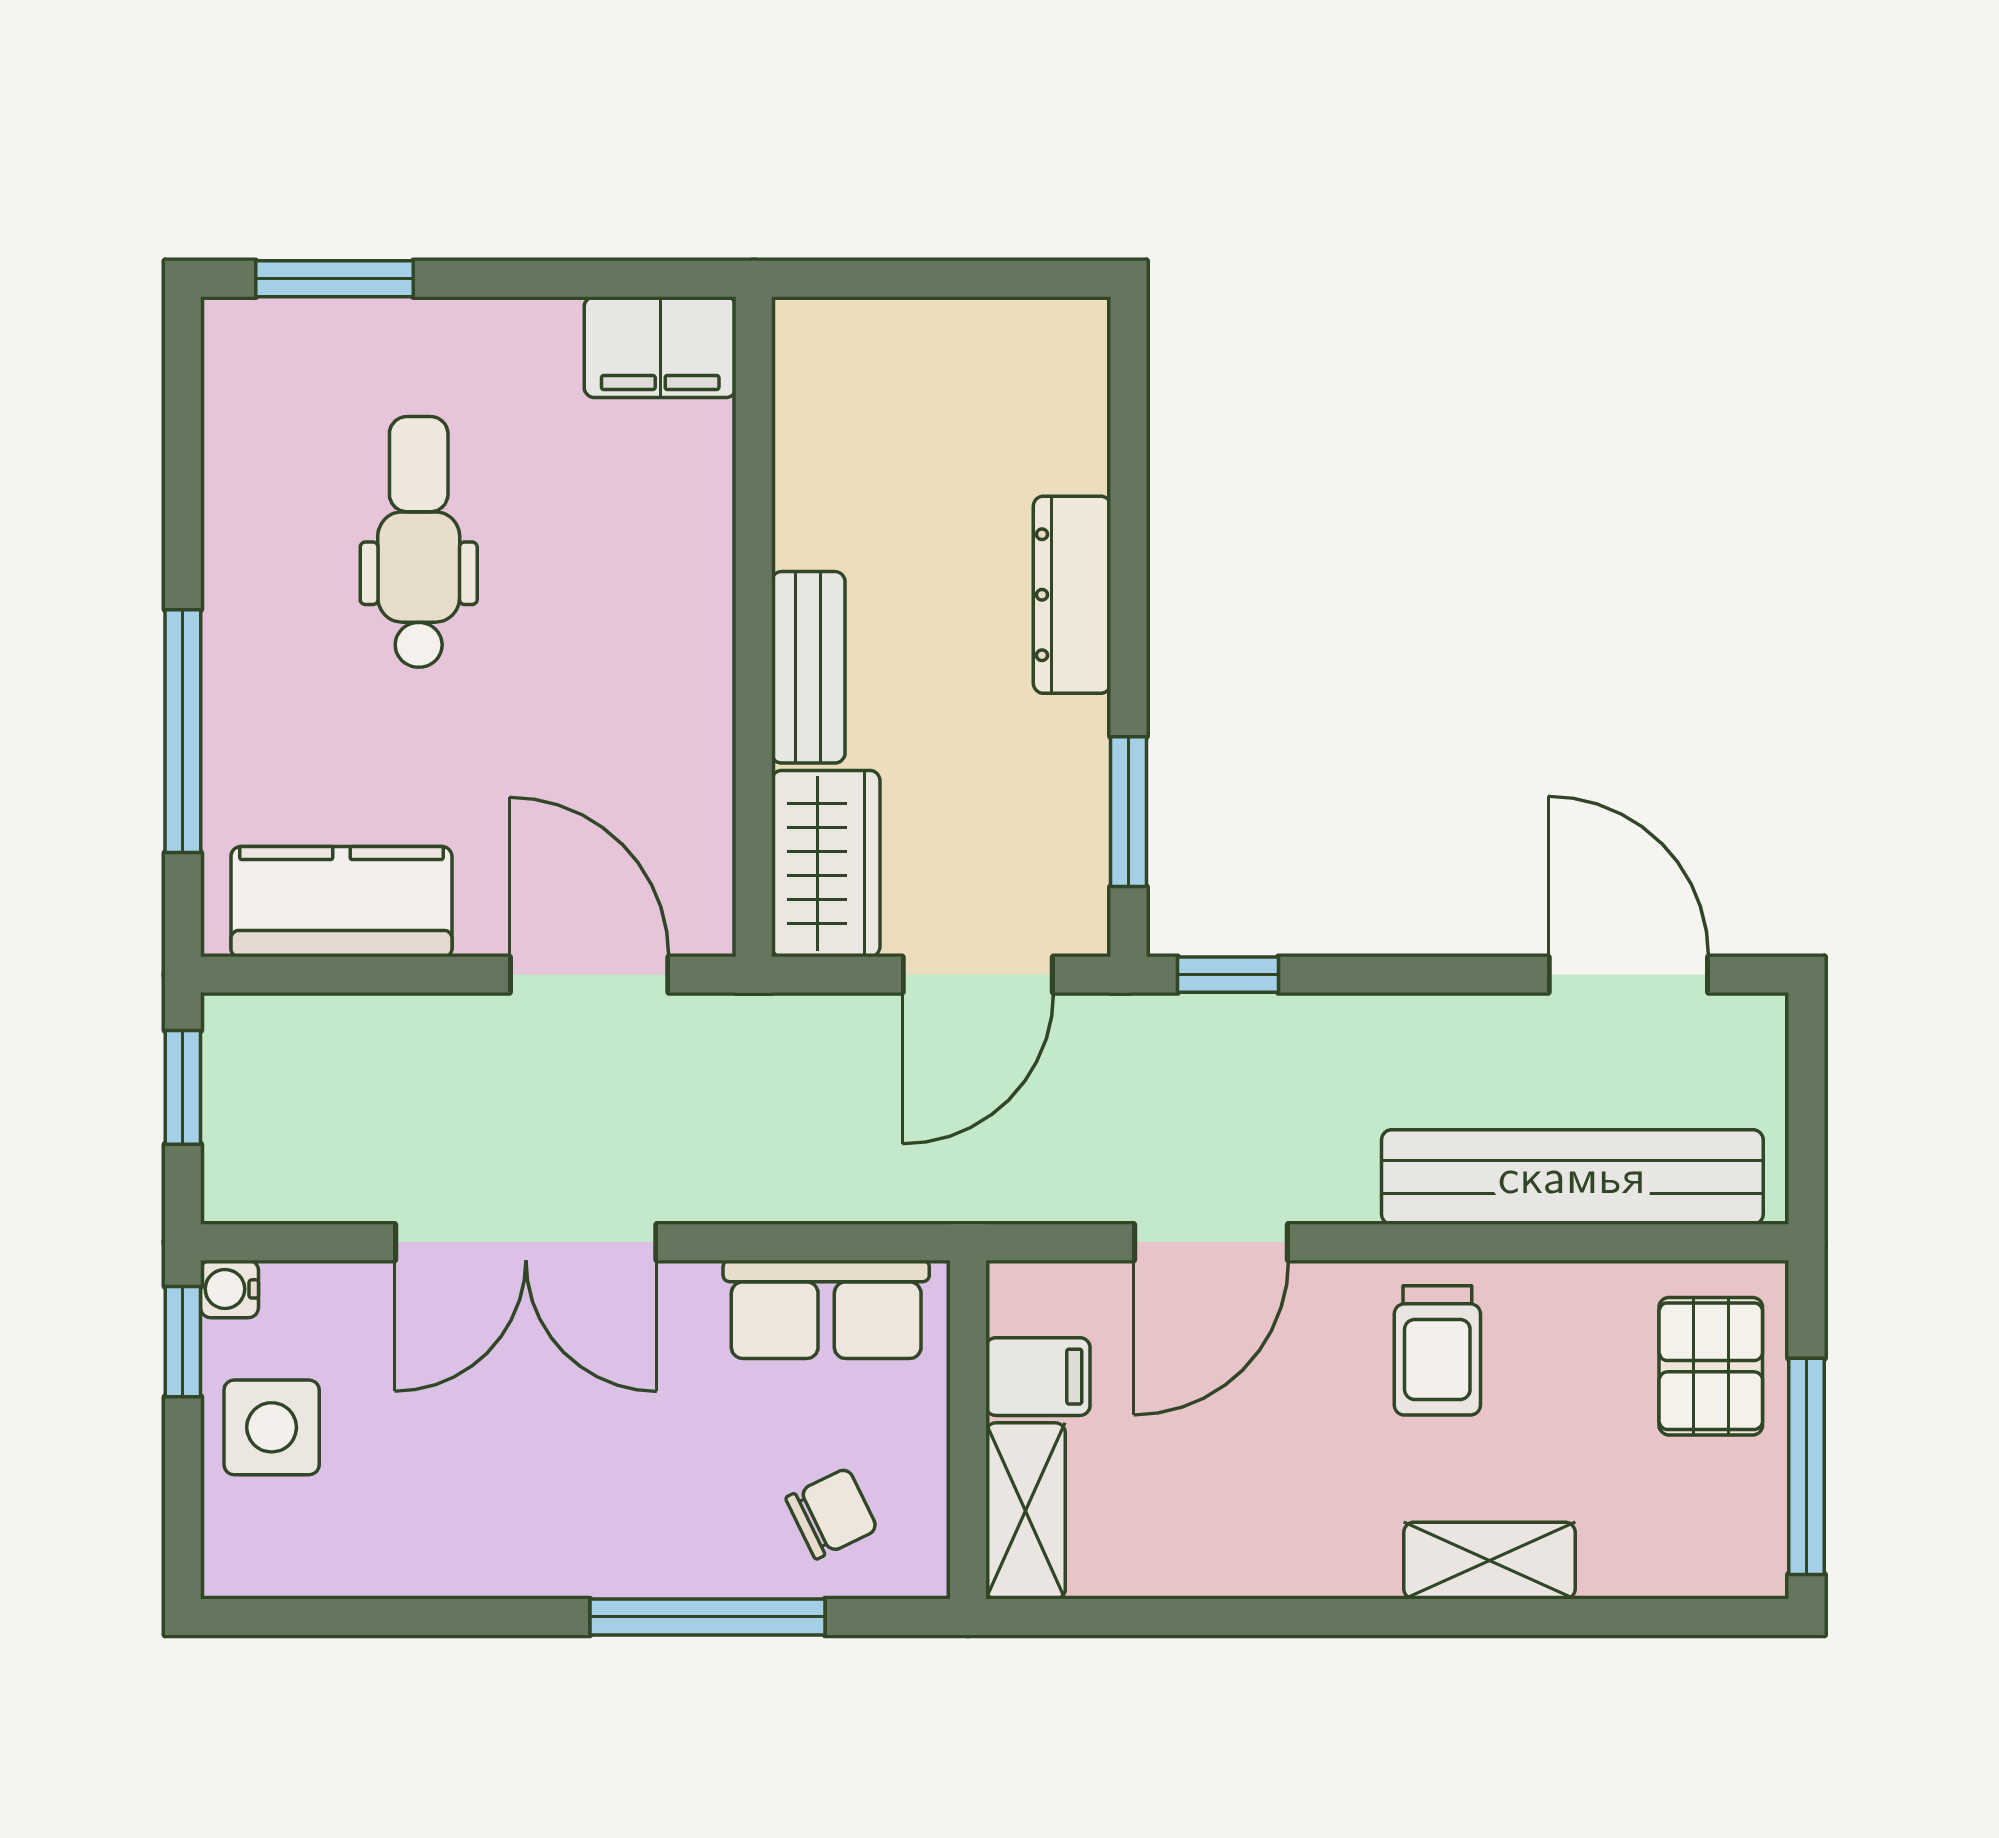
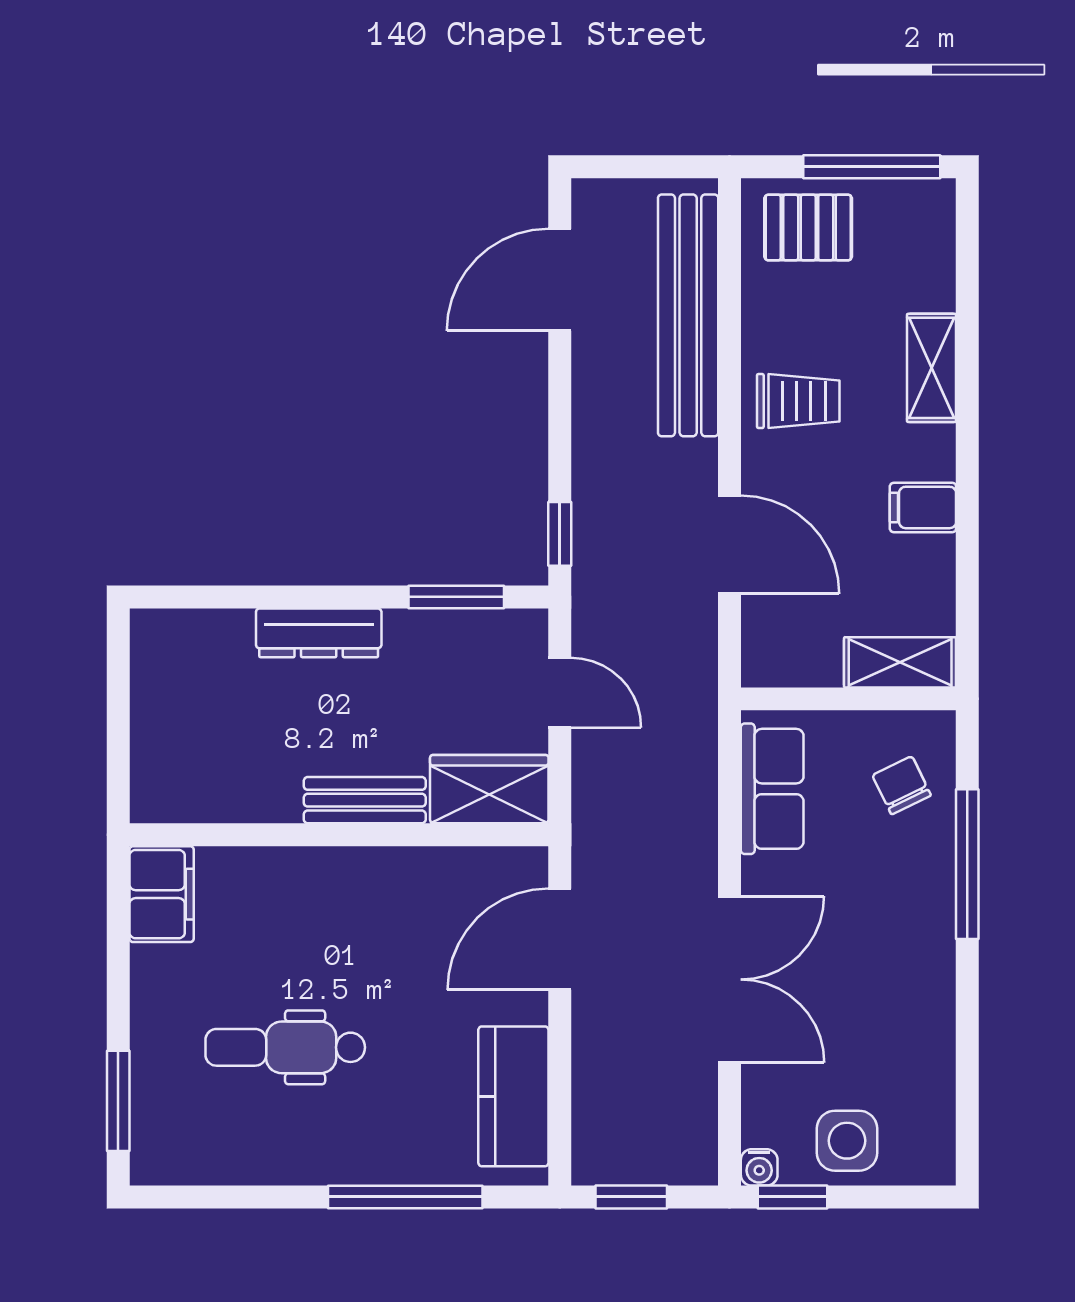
door: (978, 975) -> (560, 693), width x0.73
filing cabinet: (1038, 1377) -> (923, 507), moved, turned -90

